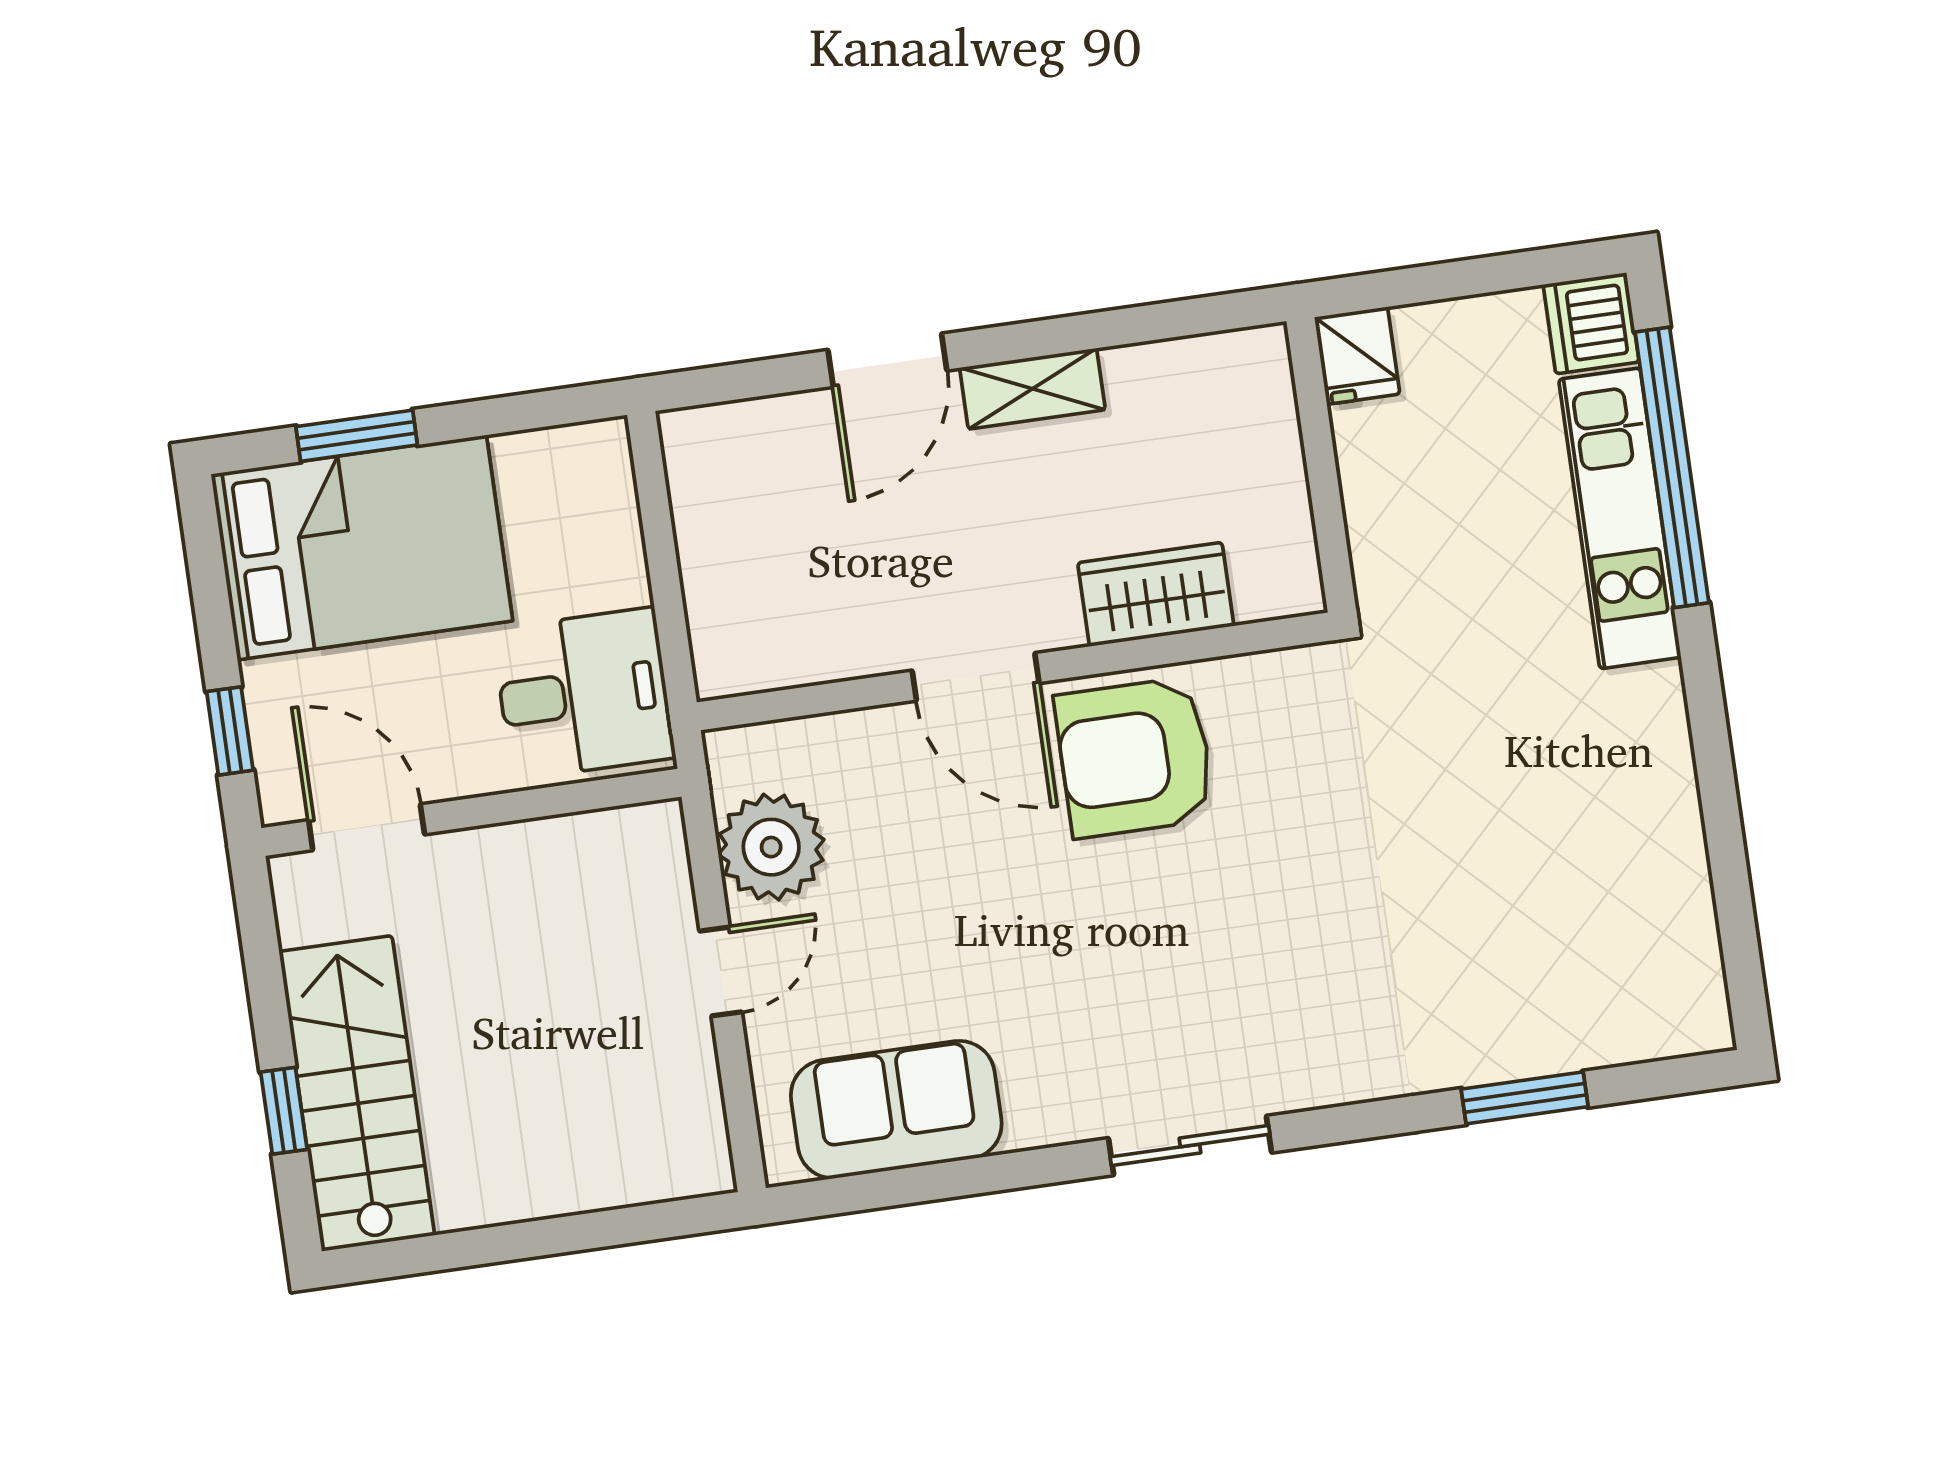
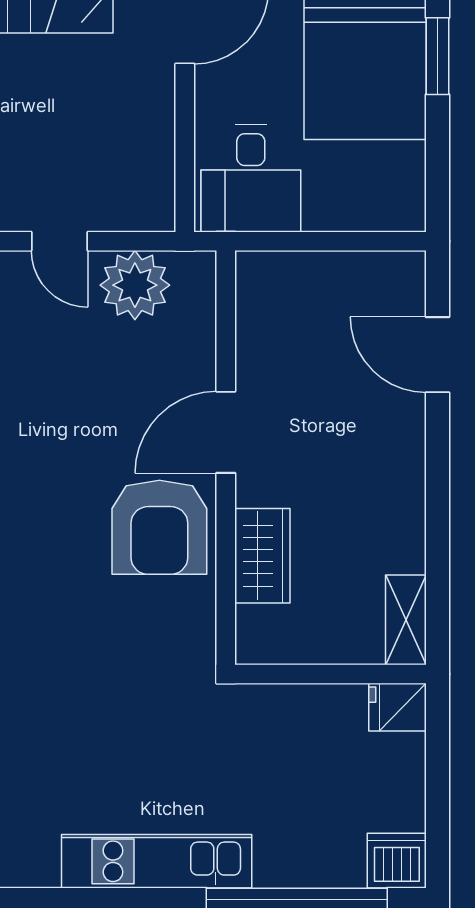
door: (887, 360) -> (438, 355), moved
shelving: (1032, 389) -> (406, 620), moved
kitchen unit: (1620, 518) -> (157, 861), moved
armchair: (1135, 757) -> (159, 527), turned 180

